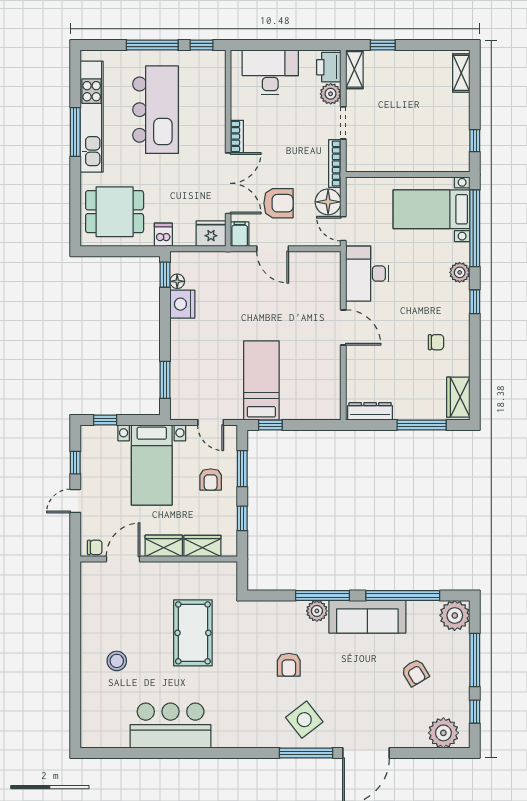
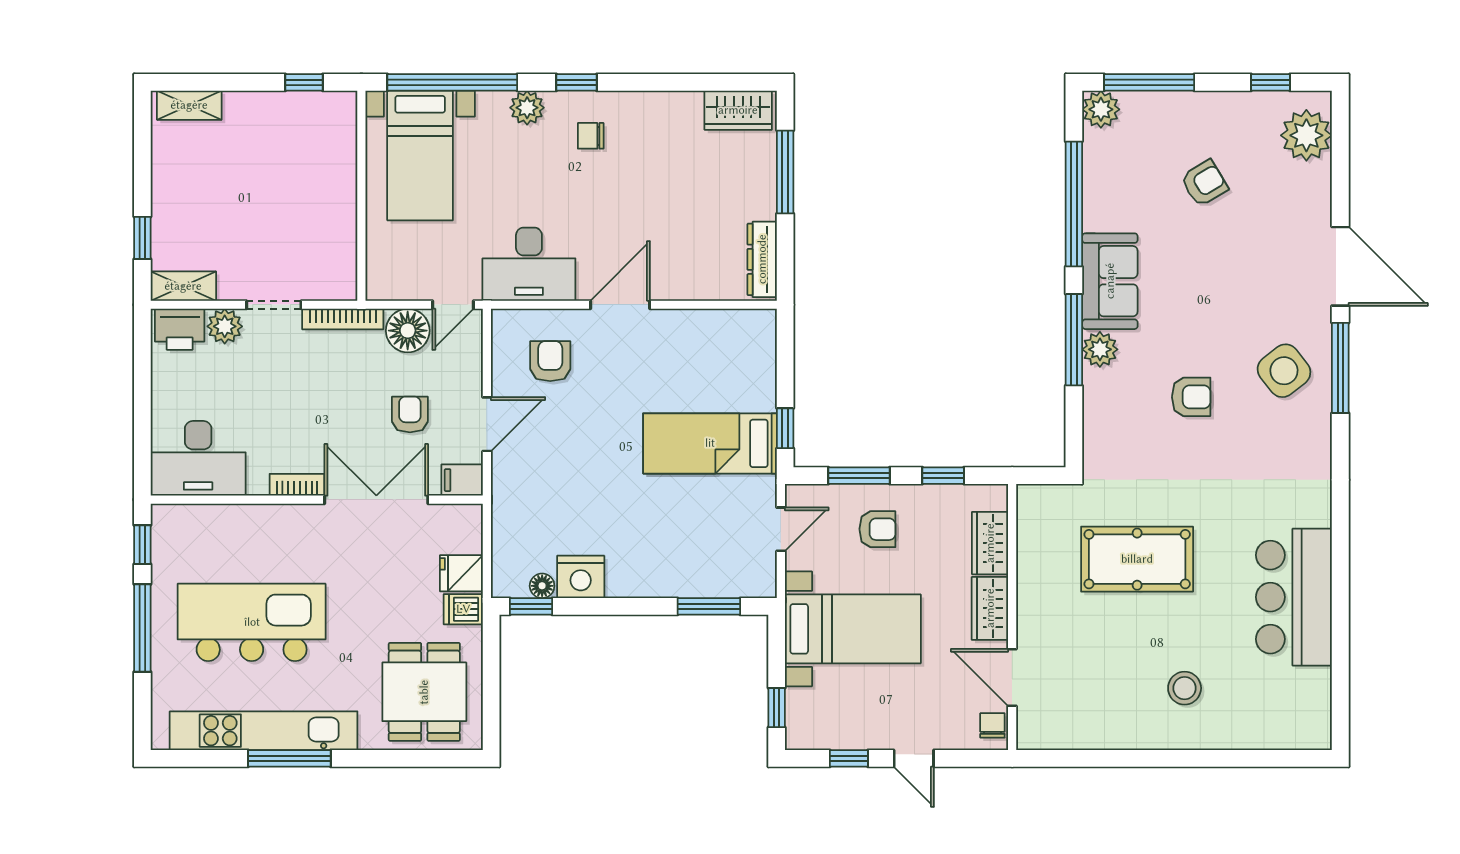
desk: (270, 72) -> (198, 458), moved, turned -90
armchair: (278, 203) -> (410, 414), width x0.72, depth x0.72
fridge: (211, 234) -> (461, 573), moved, width x0.72
armchair: (310, 286) -> (550, 361), added
chair: (436, 342) -> (591, 136), moved, turned -90
plant: (455, 615) -> (1101, 109), width x0.73, depth x0.73
sofa: (367, 617) -> (1110, 281), width x0.73
window: (475, 660) -> (1149, 82), moved

